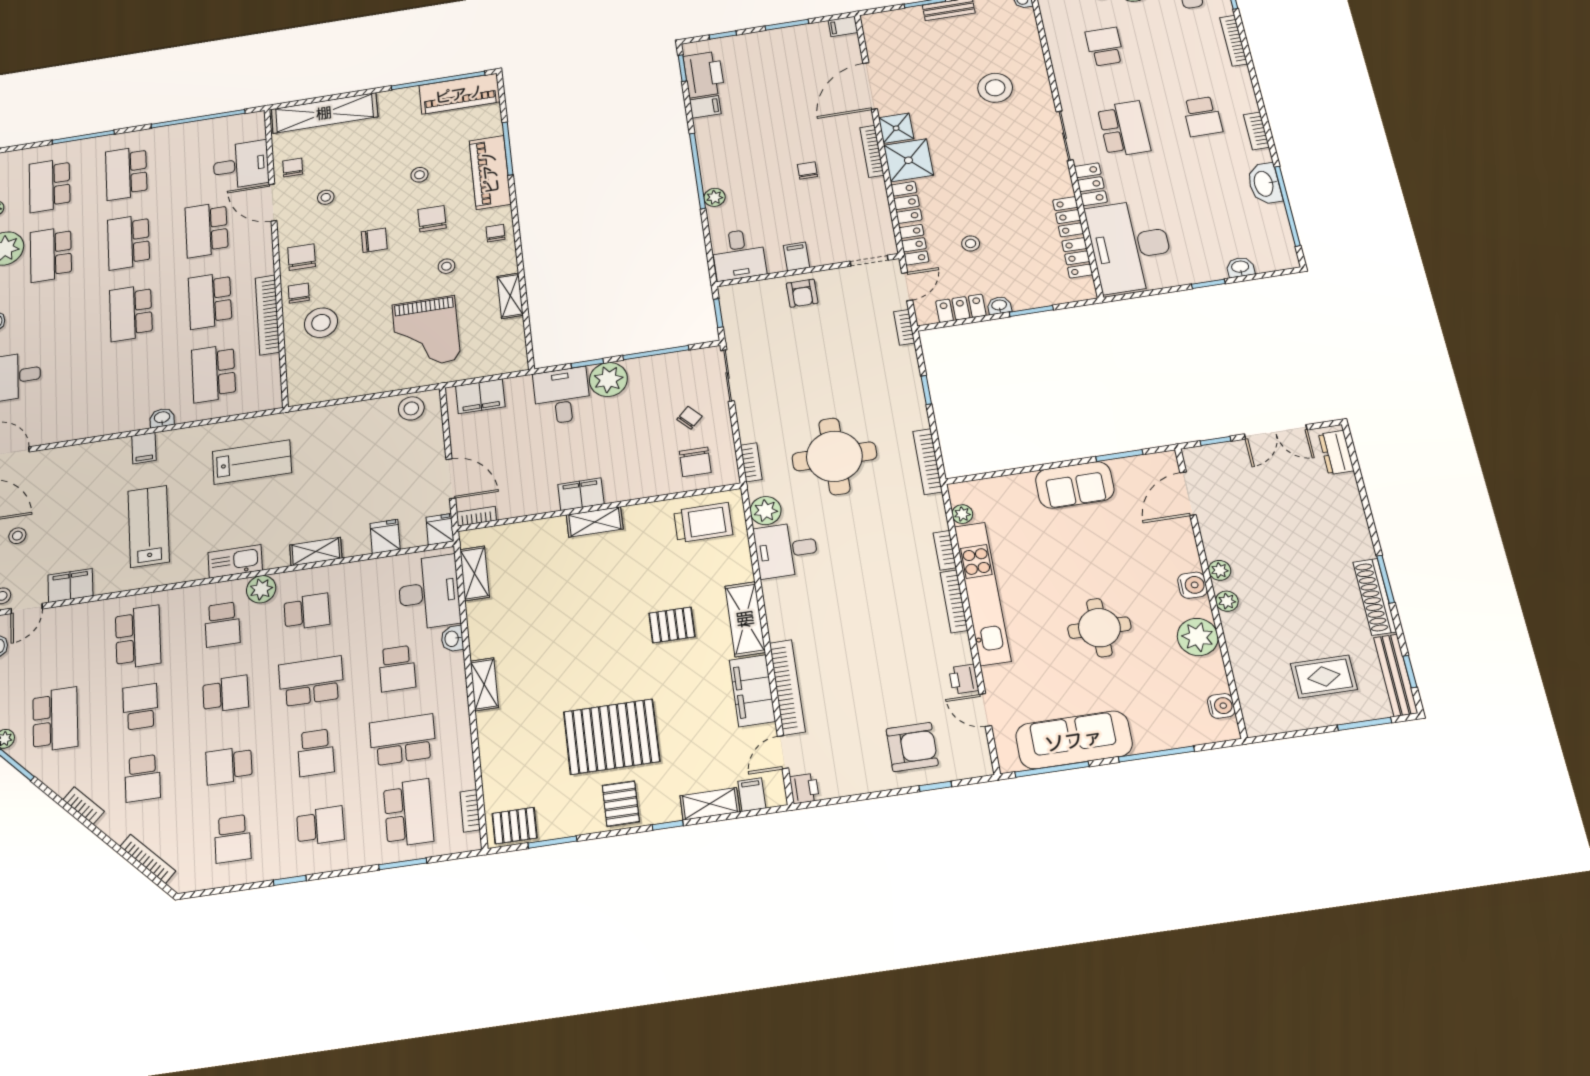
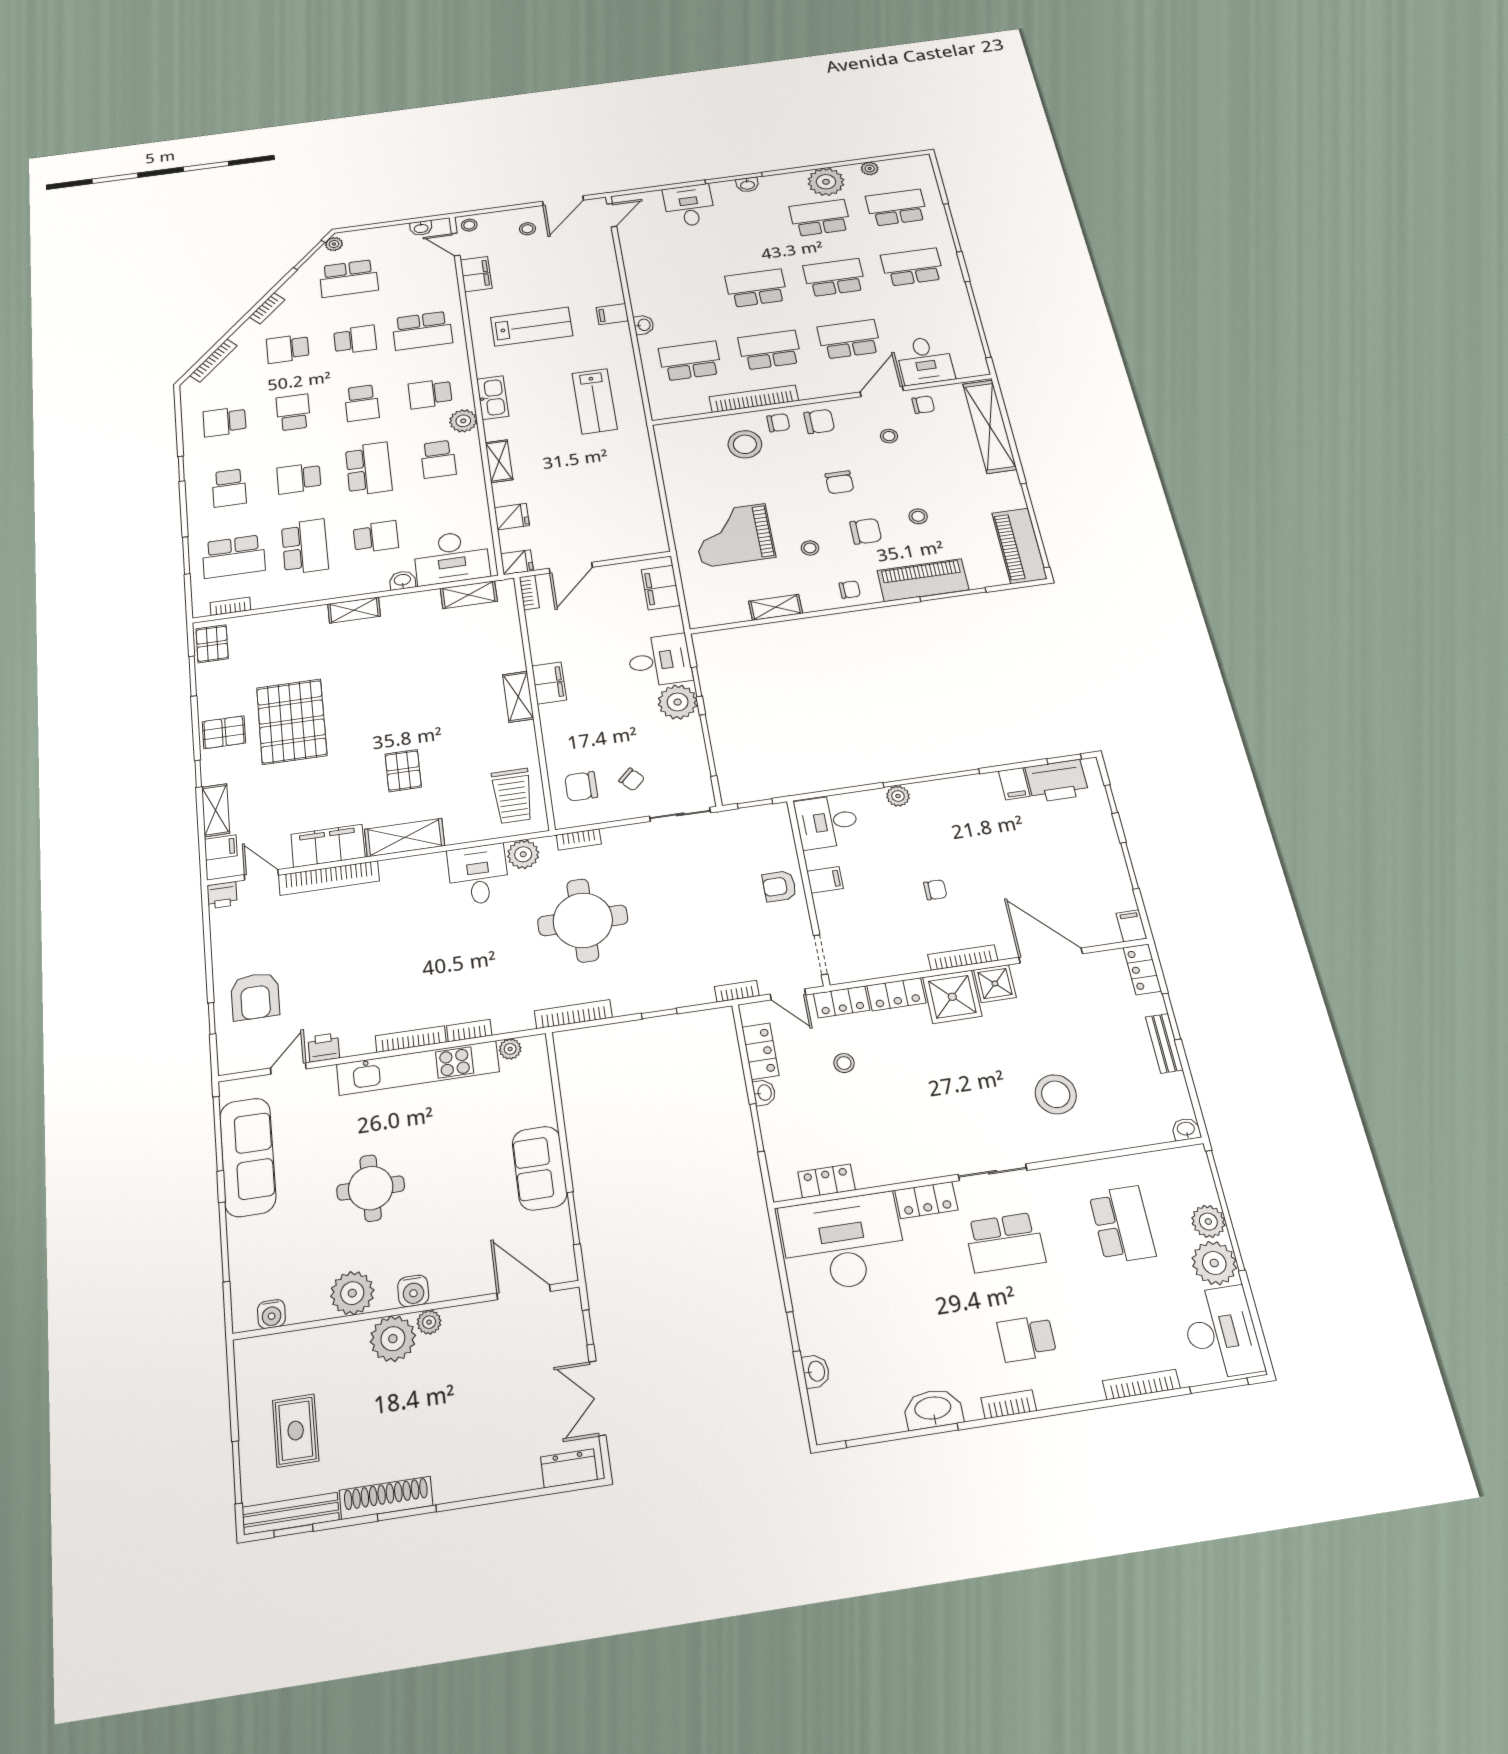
school desk: (1105, 47) -> (1122, 1224), width x1.85
locker: (1068, 217) -> (1142, 969), moved, turned -90
stool: (411, 408) -> (649, 529), removed
plant: (1227, 601) -> (393, 1339), width x1.87, depth x1.87
school desk: (397, 668) -> (376, 537), turned 180

